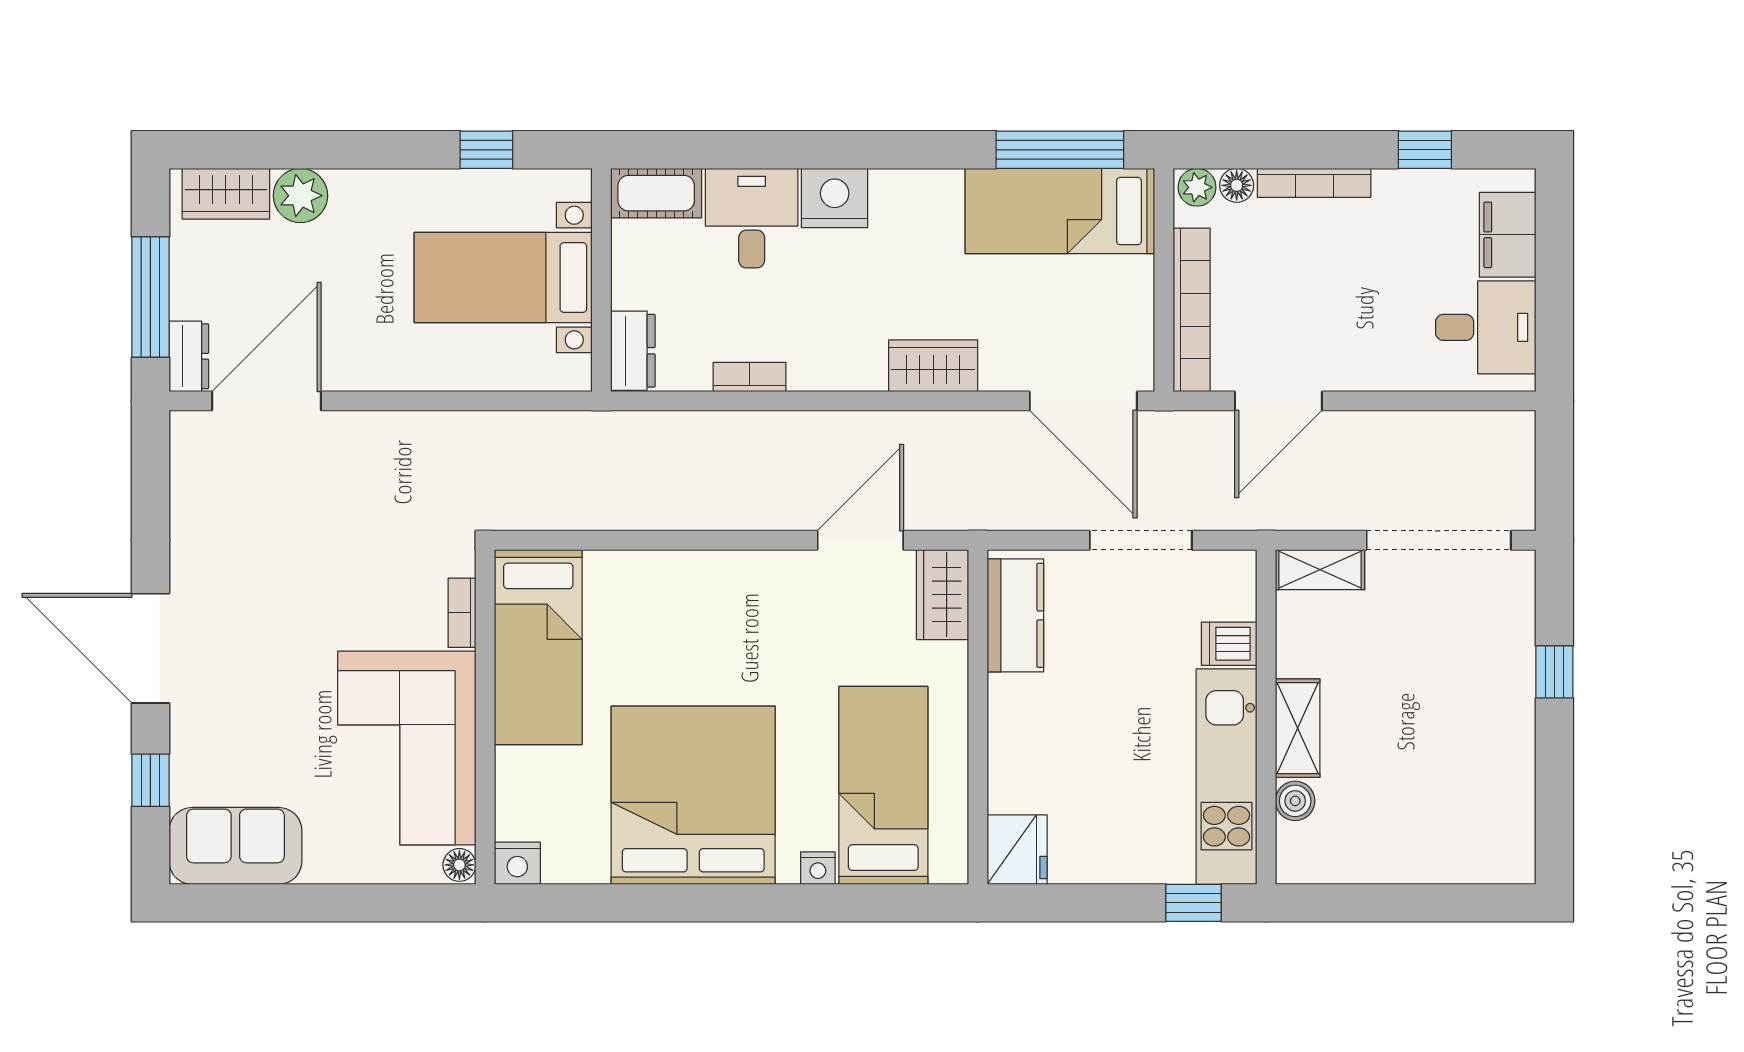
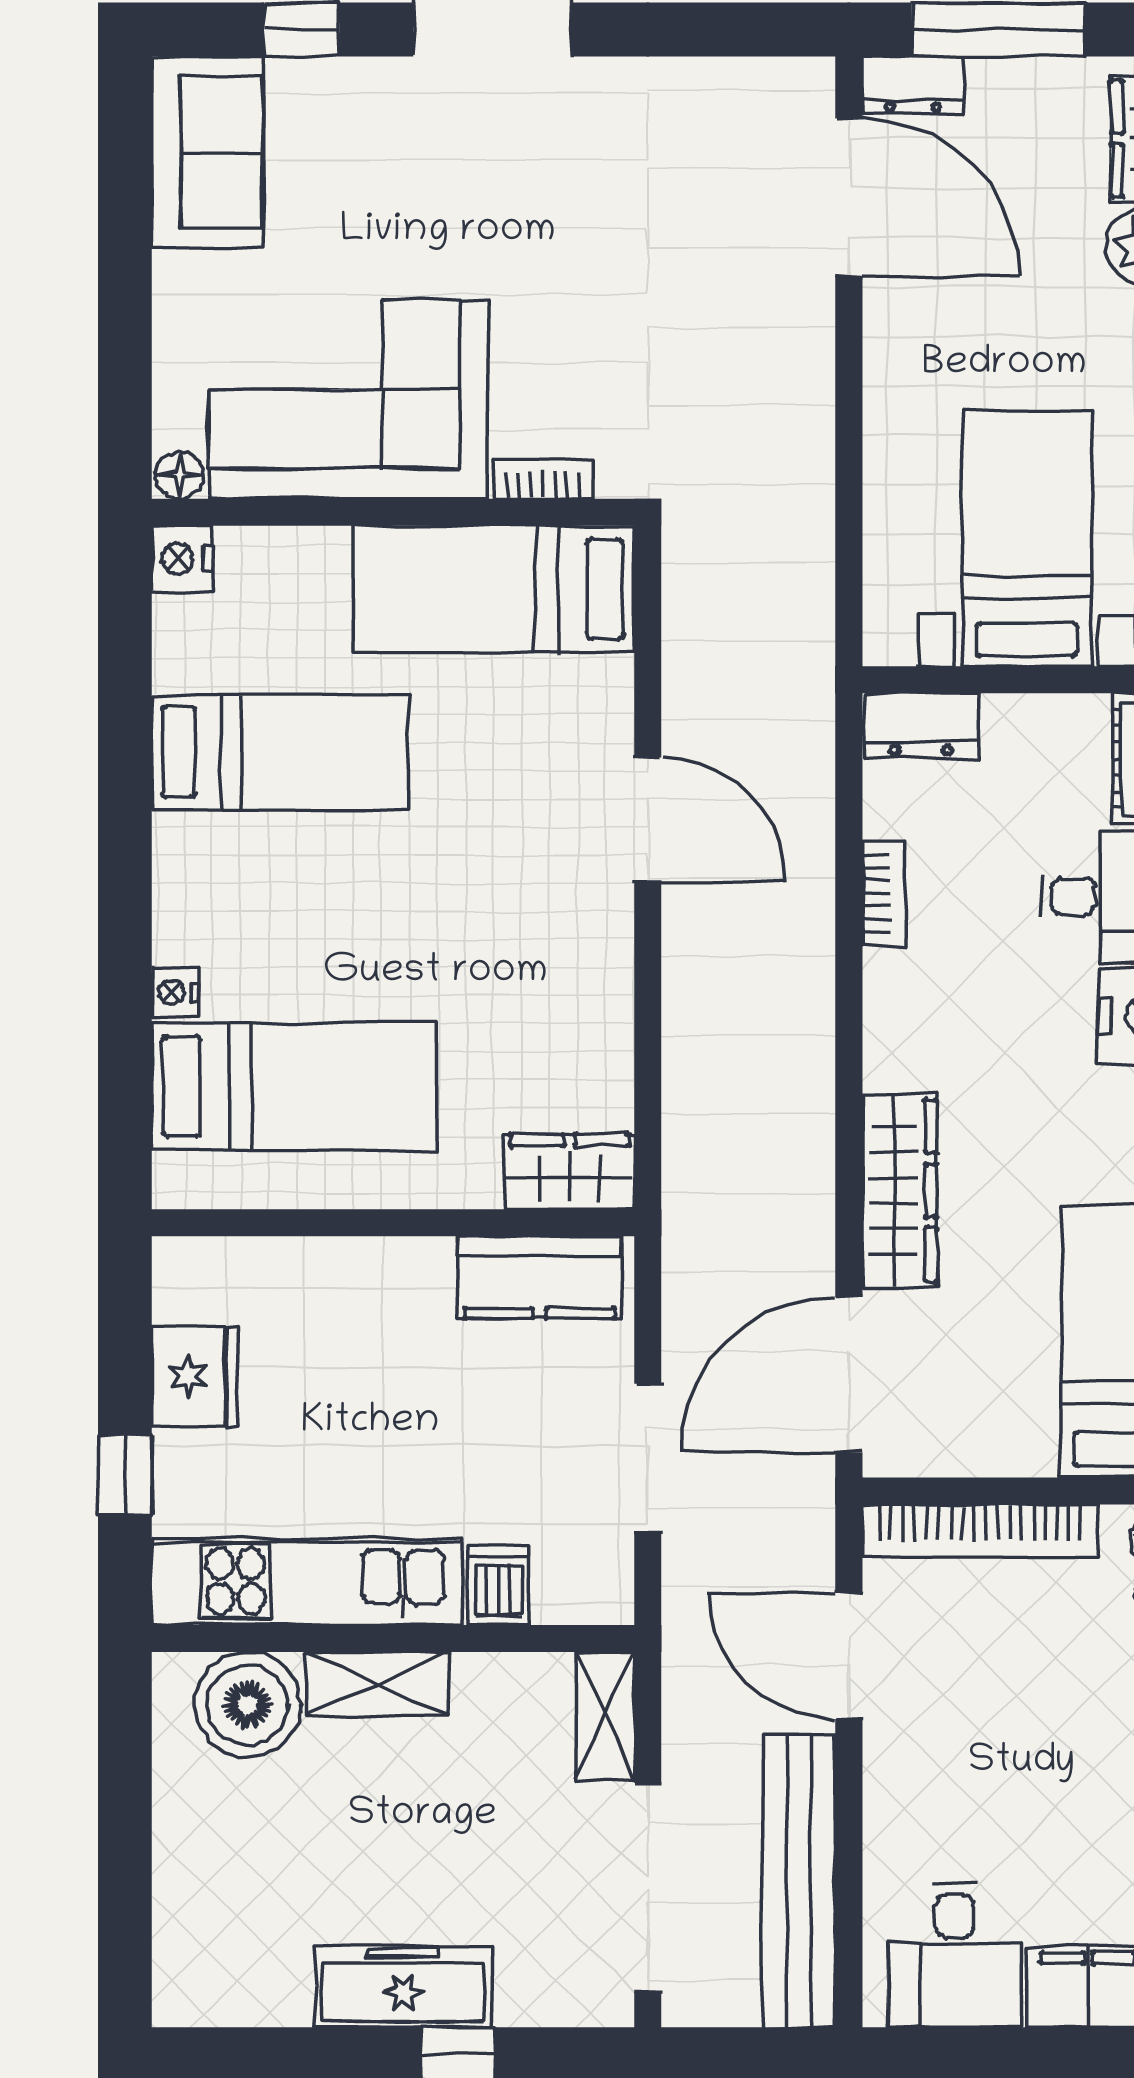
wardrobe: (933, 366) -> (900, 1190), width x1.50
bench: (1434, 435) -> (799, 1881), added
door: (860, 540) -> (648, 820), moved
freezer: (1507, 710) -> (403, 1986), added
bed: (693, 795) -> (280, 752), width x0.49
boiler: (1295, 801) -> (247, 1705), width x1.86, depth x1.86
fridge: (1017, 850) -> (195, 1376), moved, turned -90
window: (1193, 903) -> (125, 1475), moved

